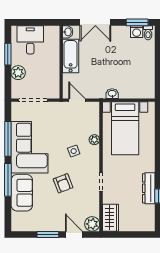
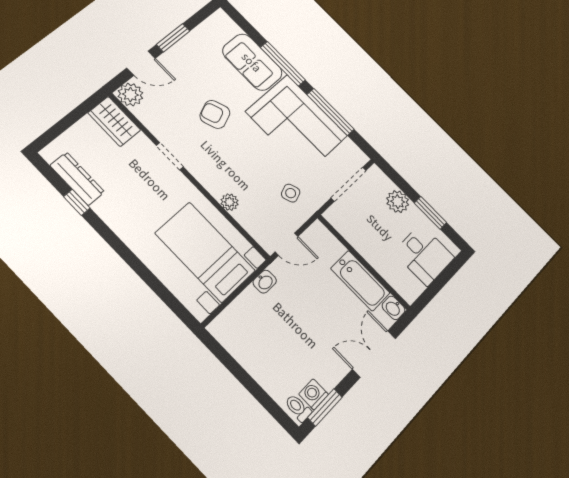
door: (77, 100) -> (287, 244), moved
side table: (74, 151) -> (291, 193), moved
dresser: (149, 188) -> (77, 179), moved

